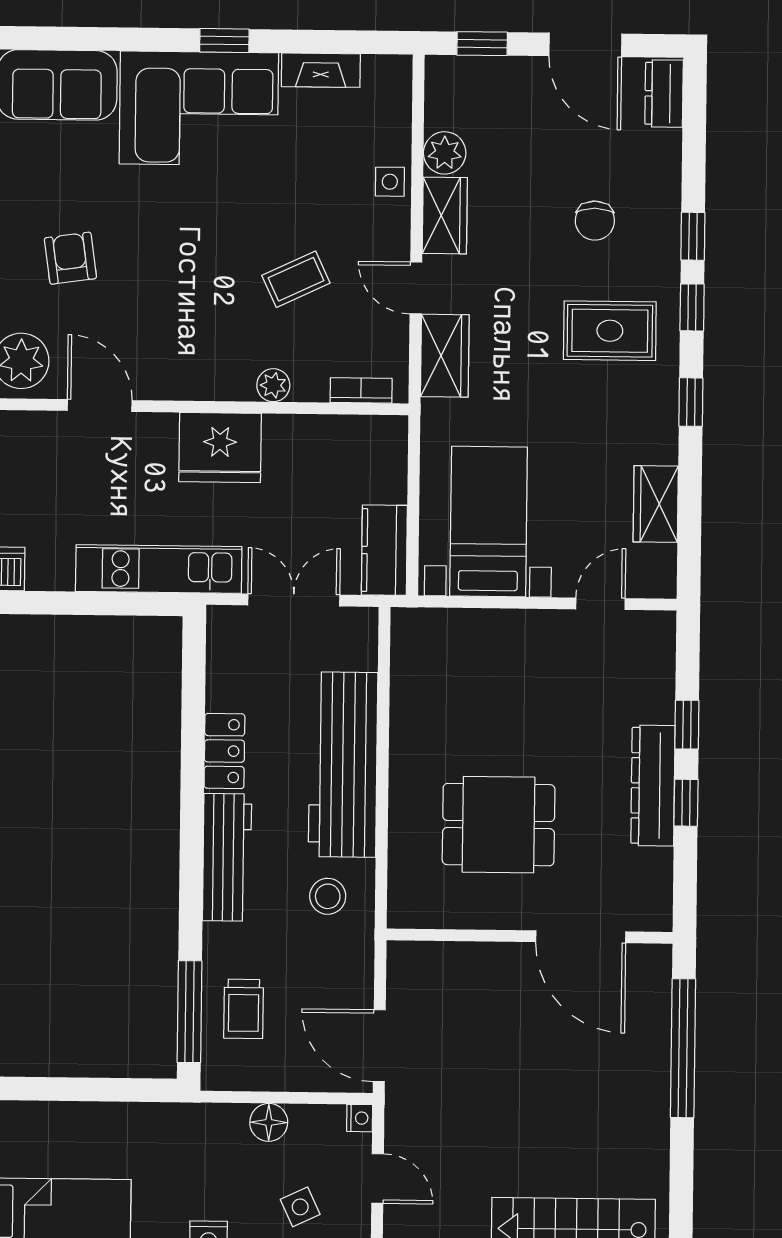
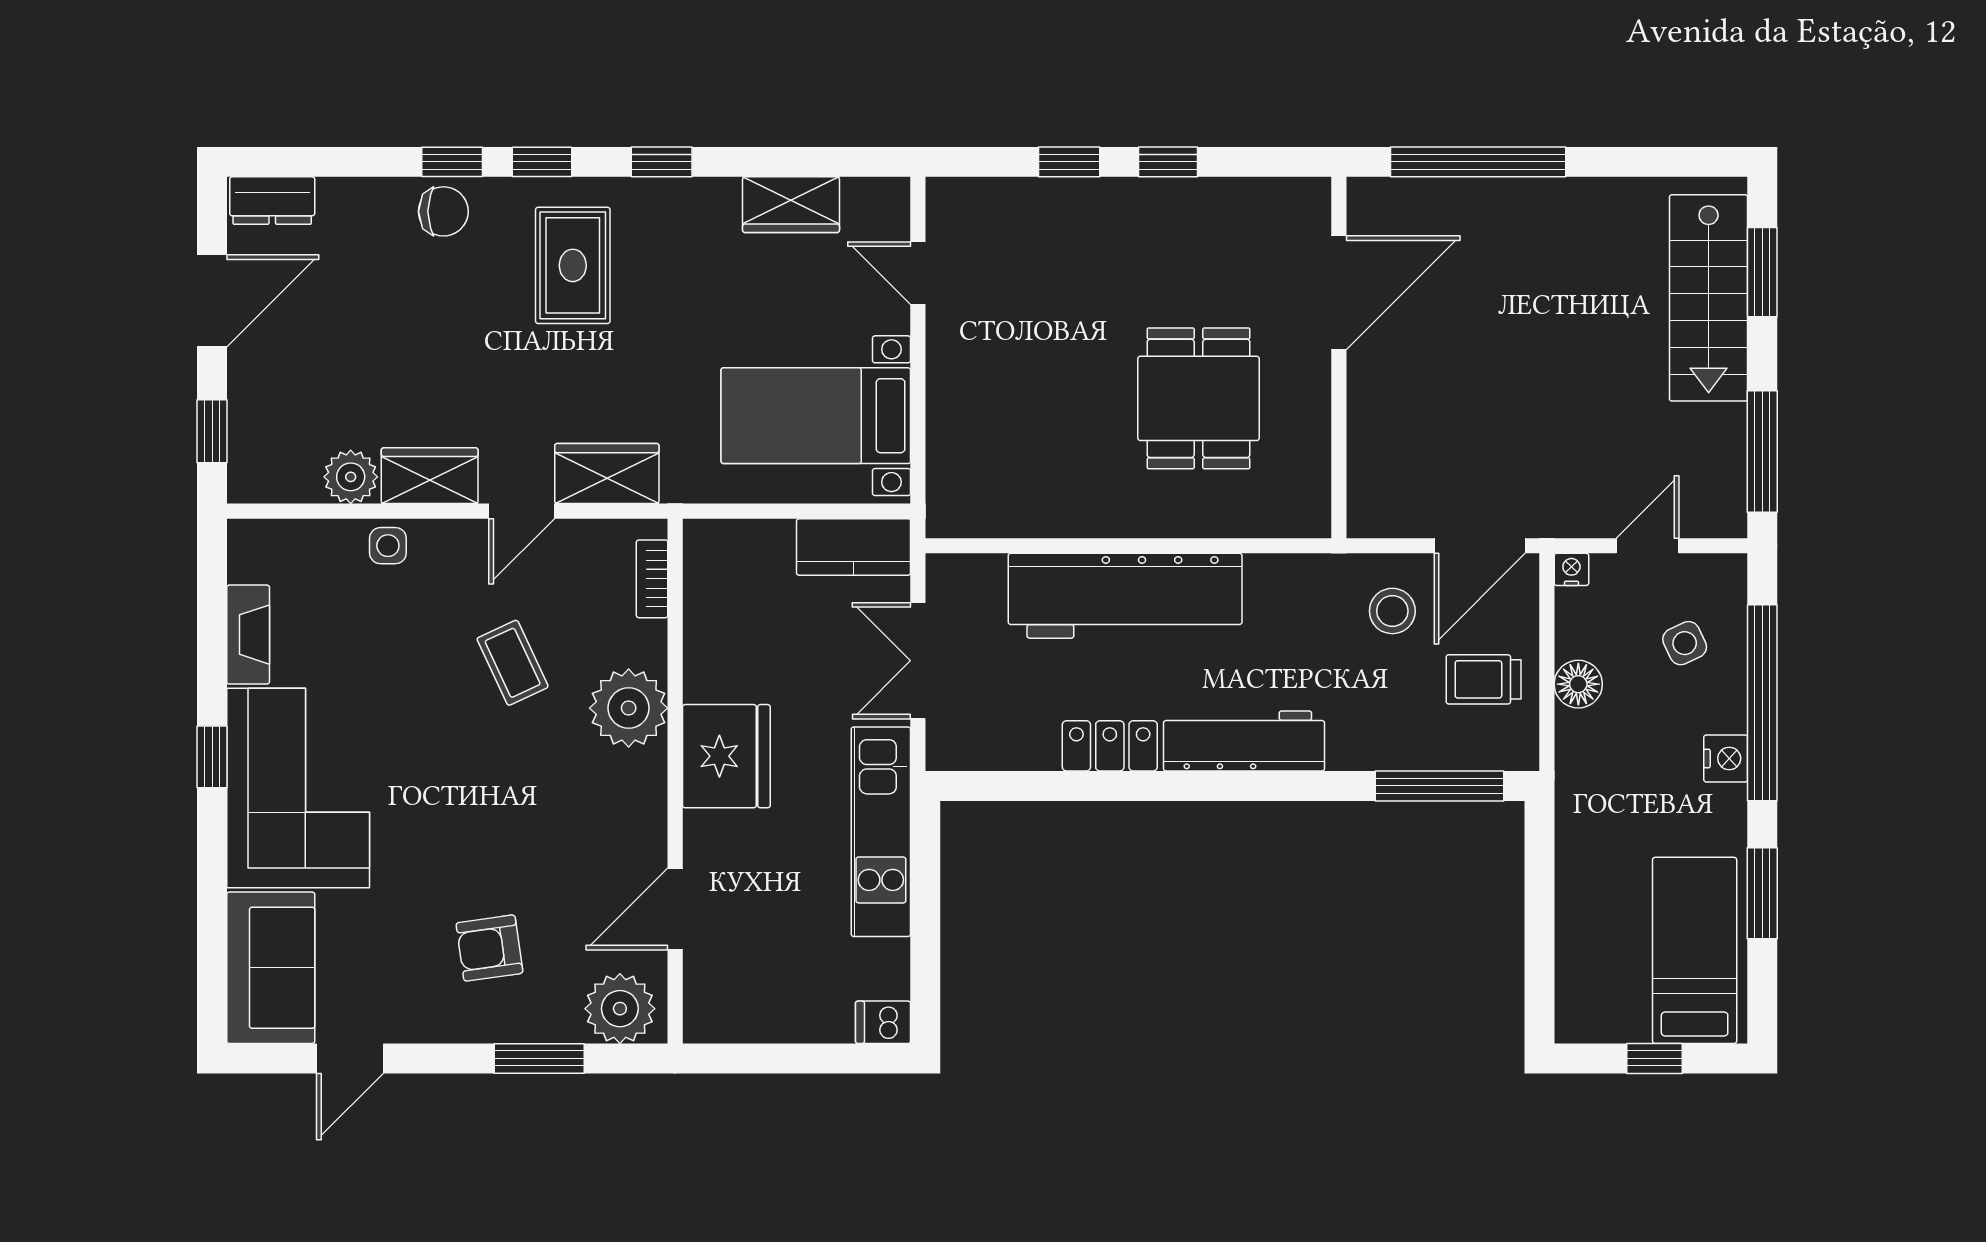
chair: (595, 221) -> (443, 211), moved
plant: (273, 385) -> (629, 708), width x1.88, depth x1.88
dresser: (653, 786) -> (1147, 204), removed
stool: (328, 896) -> (1392, 611), moved
trolley: (244, 1009) -> (1484, 679), moved, turned 180

